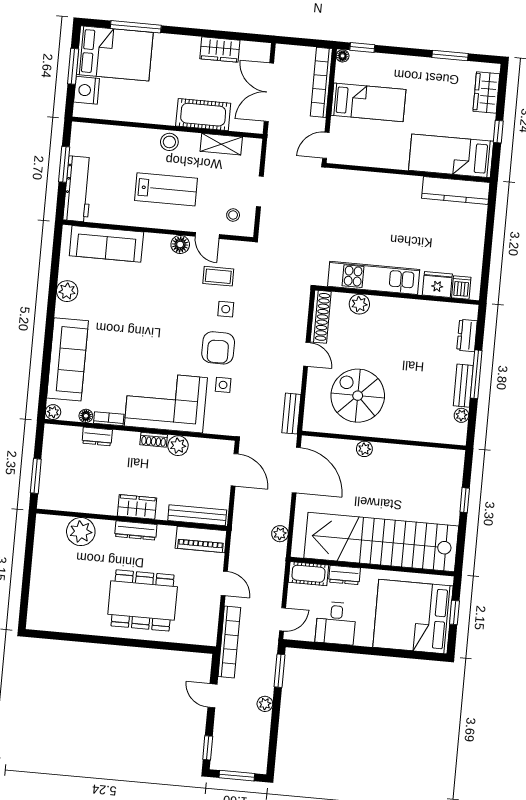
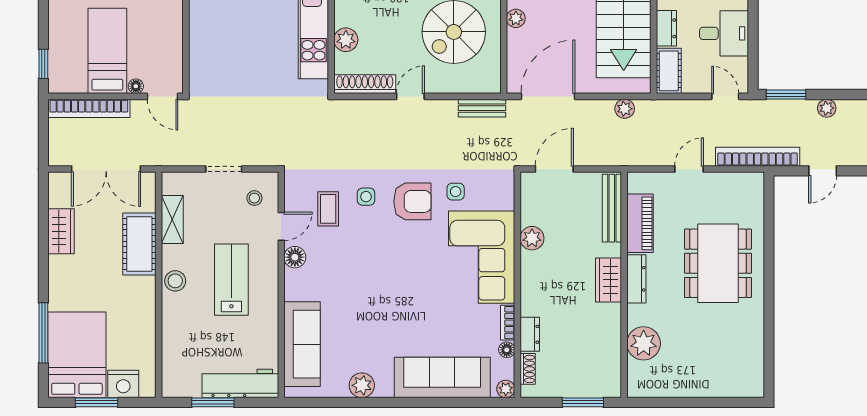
floor lamp: (343, 56) -> (136, 86), moved
shoe rack: (154, 440) -> (528, 369), moved
piano: (201, 539) -> (640, 223), moved

